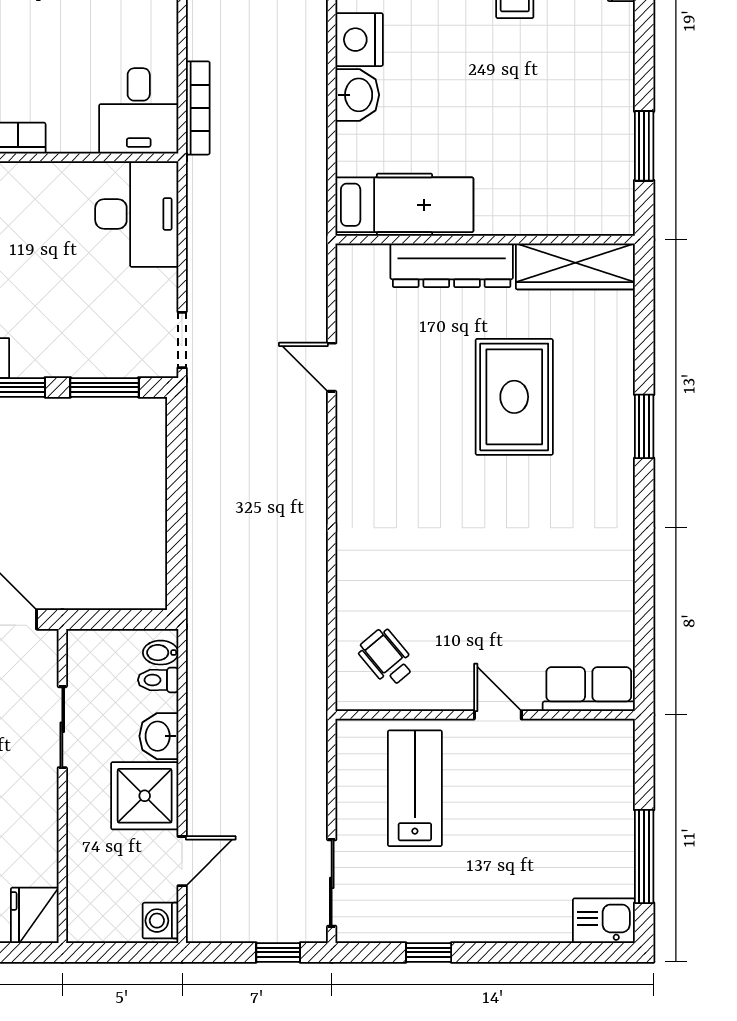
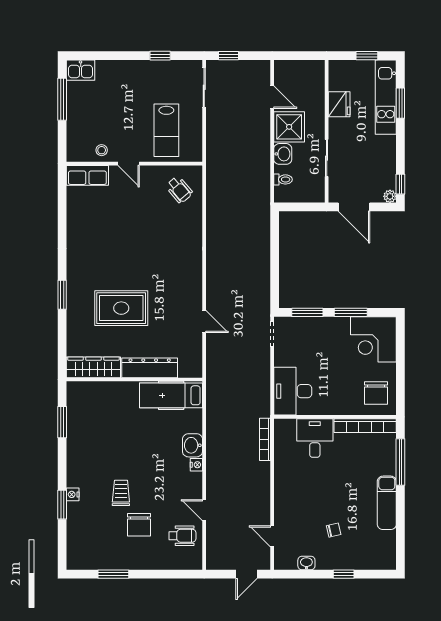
nightstand: (359, 40) -> (196, 465), width x0.53, depth x0.56
desk: (139, 111) -> (315, 438), moved
rug: (514, 397) -> (121, 308), turned 90
bidet: (161, 653) -> (282, 192), removed
stool: (557, 744) -> (102, 150), added
door: (182, 861) -> (272, 97), swing flipped
fridge: (35, 915) -> (339, 104), moved
washing machine: (160, 921) -> (282, 70), removed

